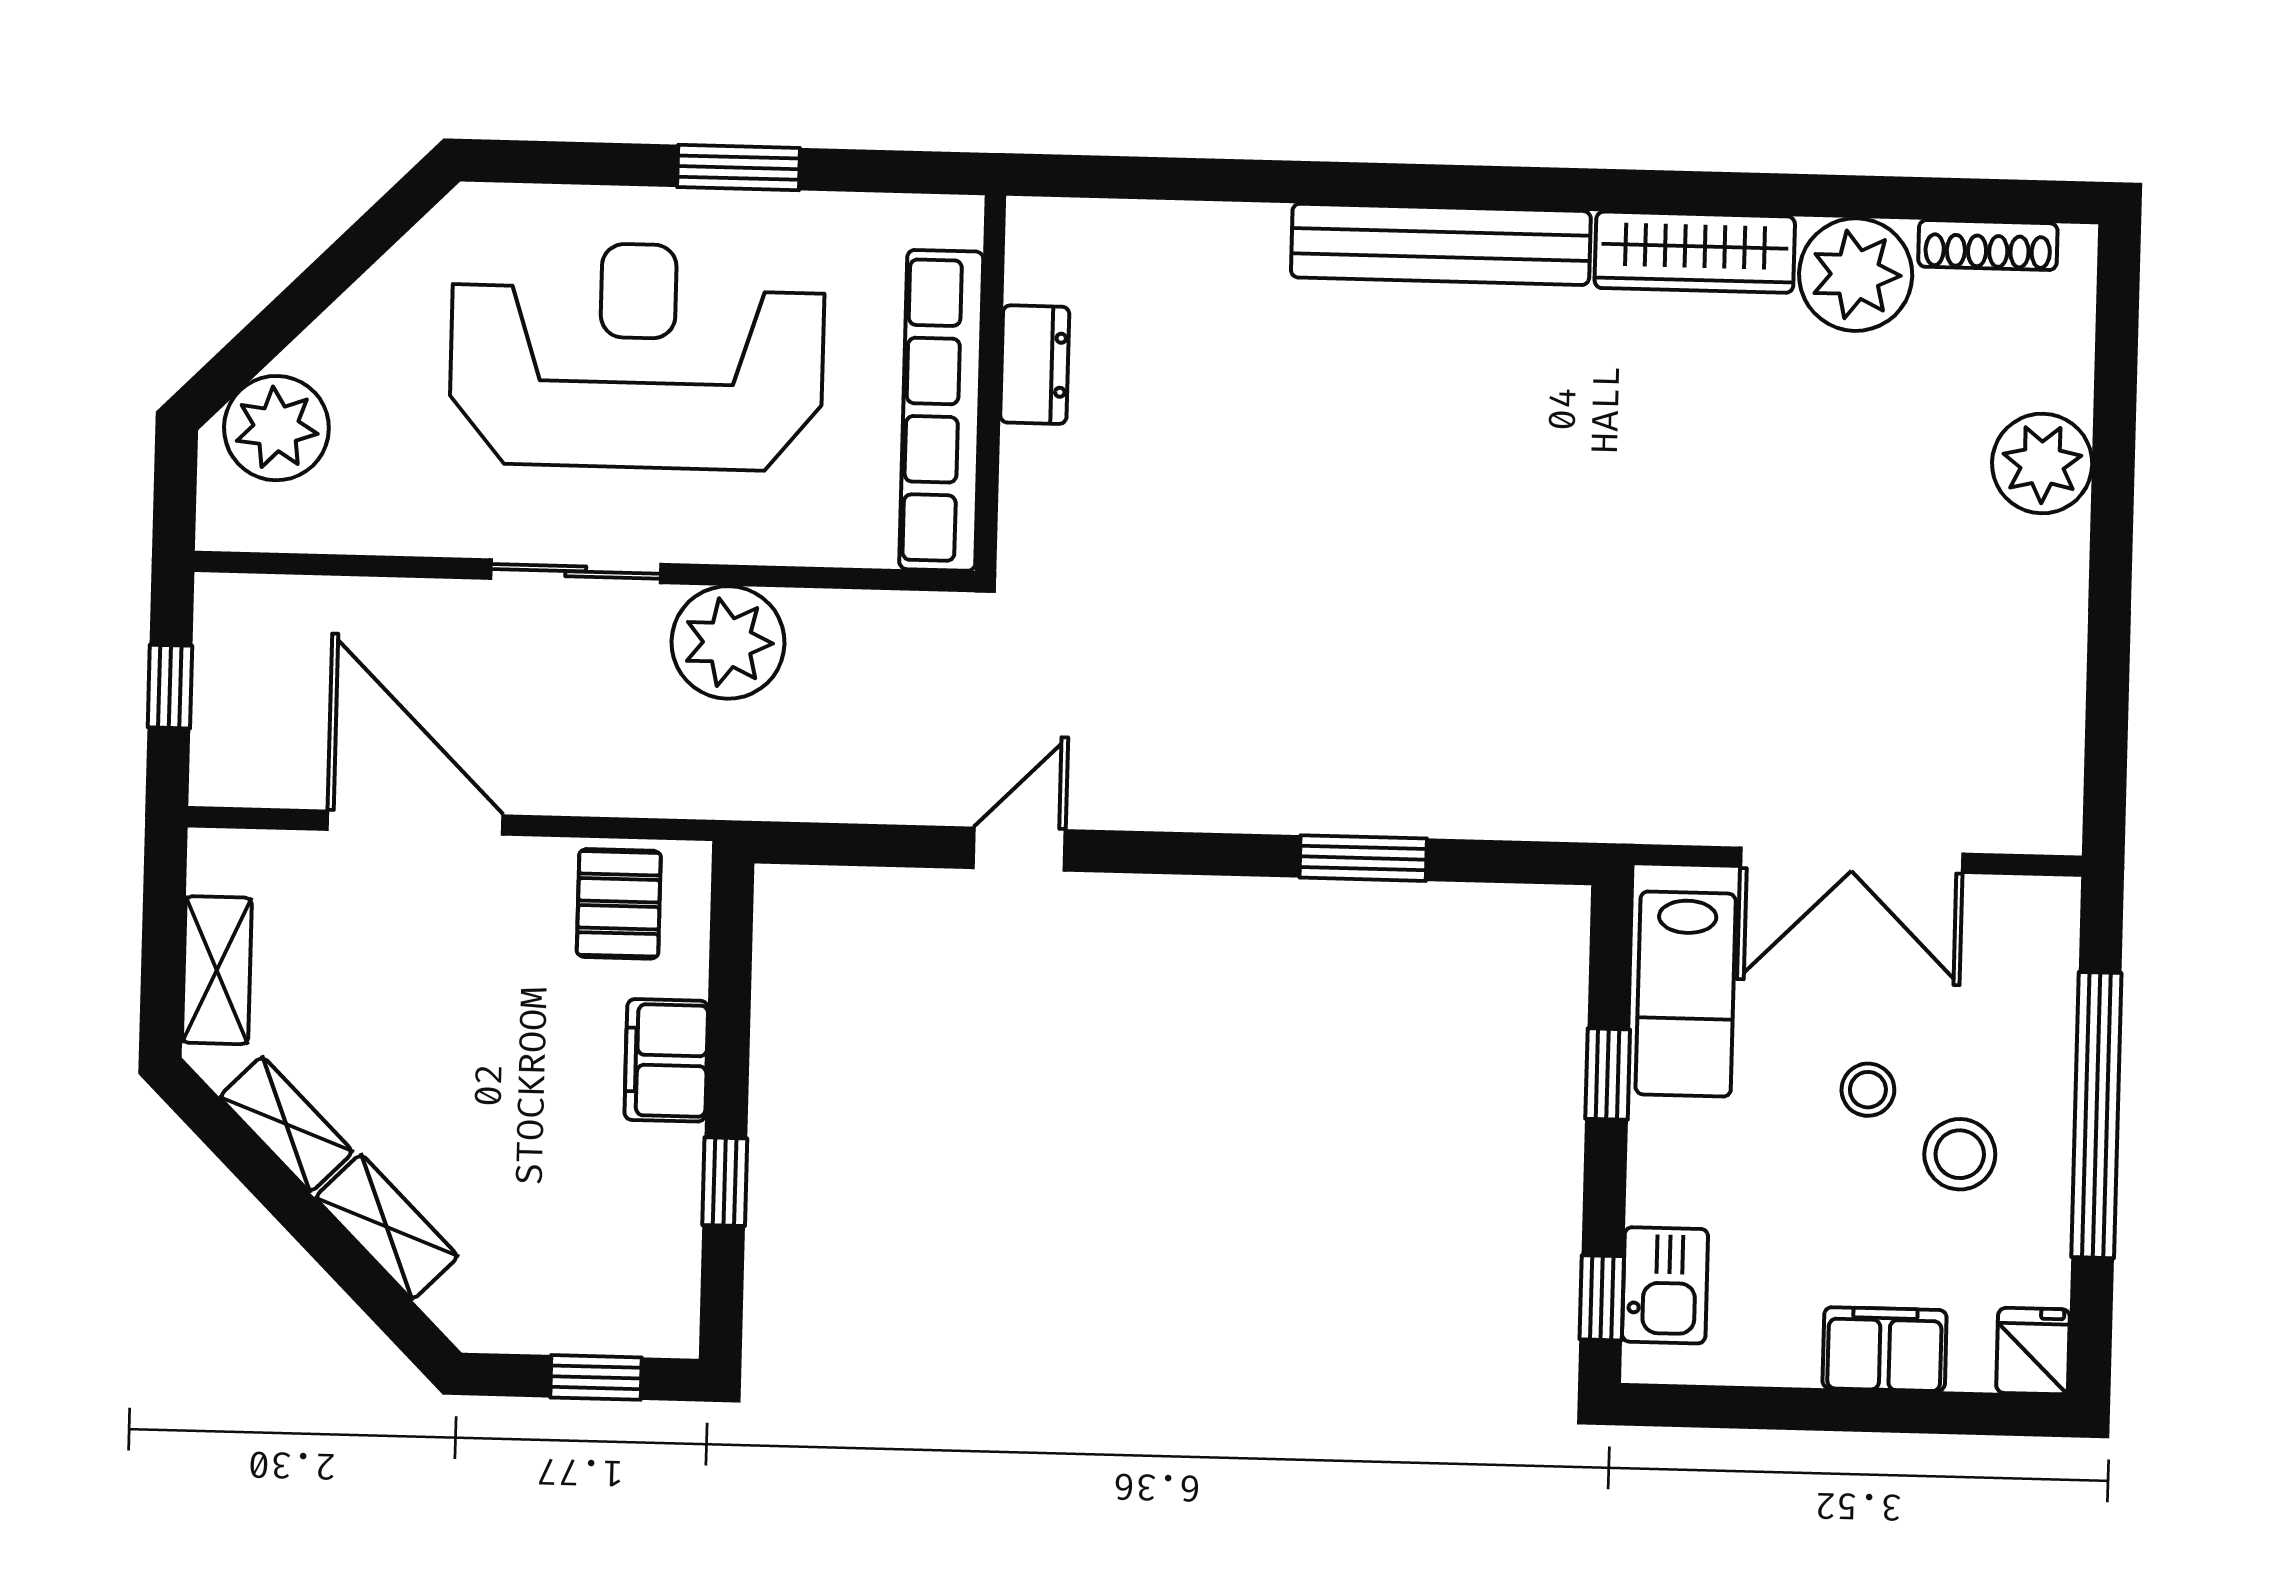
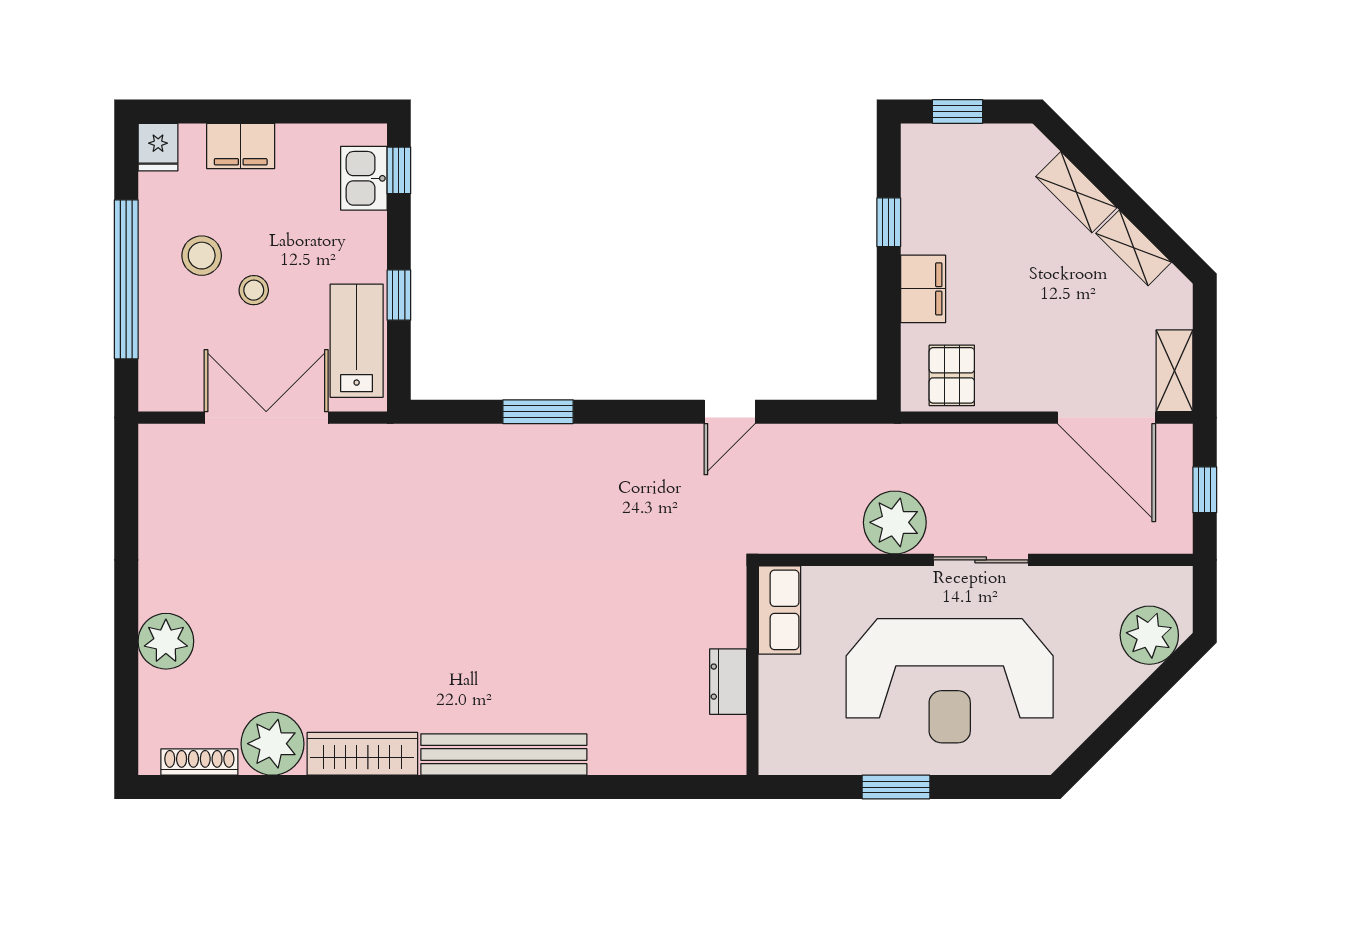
row of seats: (941, 410) -> (779, 610), width x0.50
door: (415, 823) -> (1106, 418), moved
shelving: (217, 970) -> (1175, 371), moved

